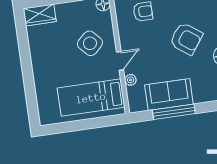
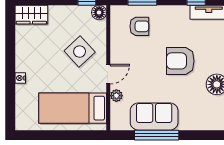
armchair: (186, 39) -> (180, 61), turned 144
nightstand: (38, 76) -> (20, 78), added

